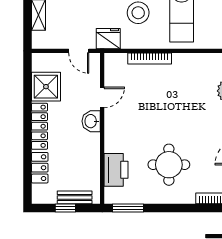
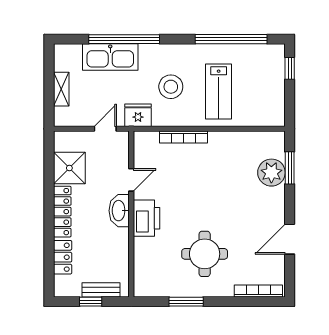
door: (79, 51) -> (105, 129), swing flipped
washbasin: (91, 121) -> (119, 211), width x1.38
printer: (116, 170) -> (147, 218), moved
window: (128, 208) -> (186, 302), moved

